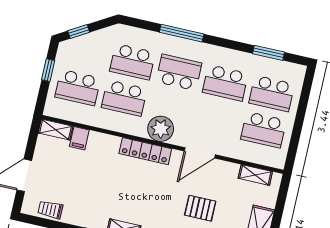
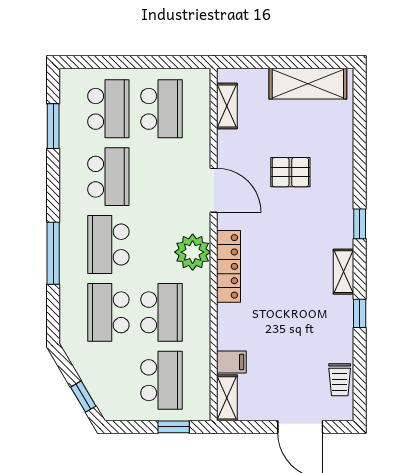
school desk: (132, 62) -> (108, 312), turned 180
window: (48, 70) -> (174, 427), moved
pallet: (200, 208) -> (290, 172), turned 90

